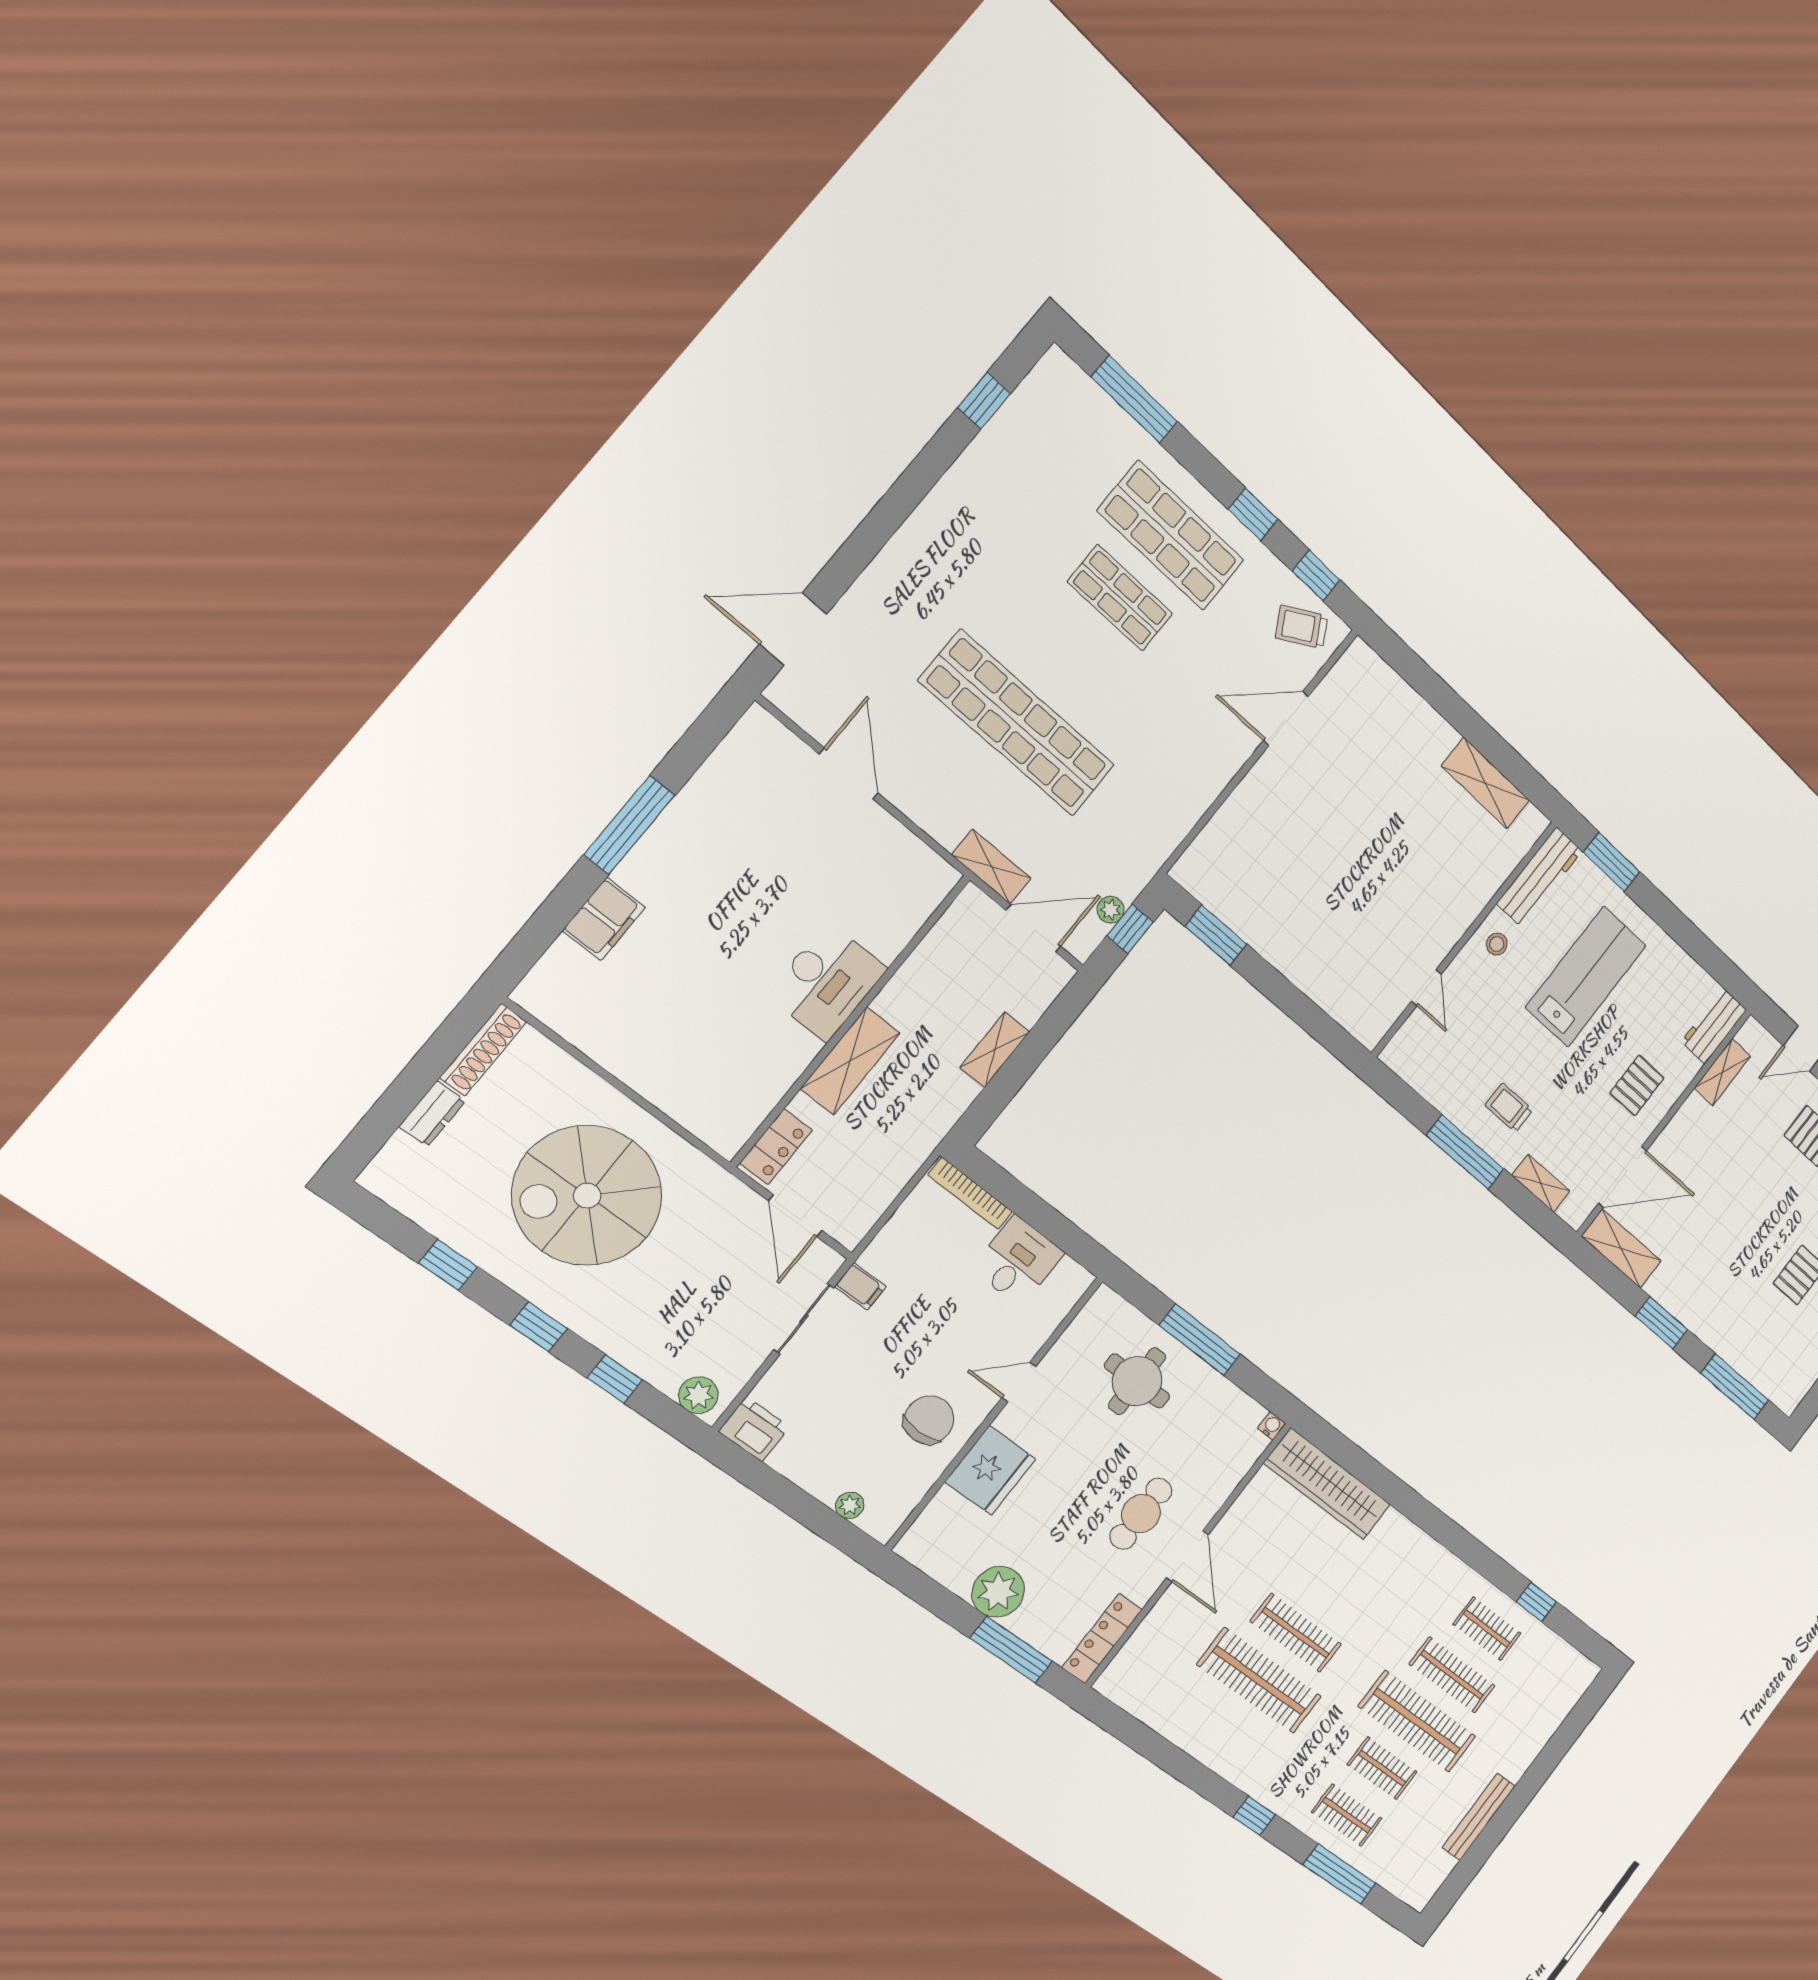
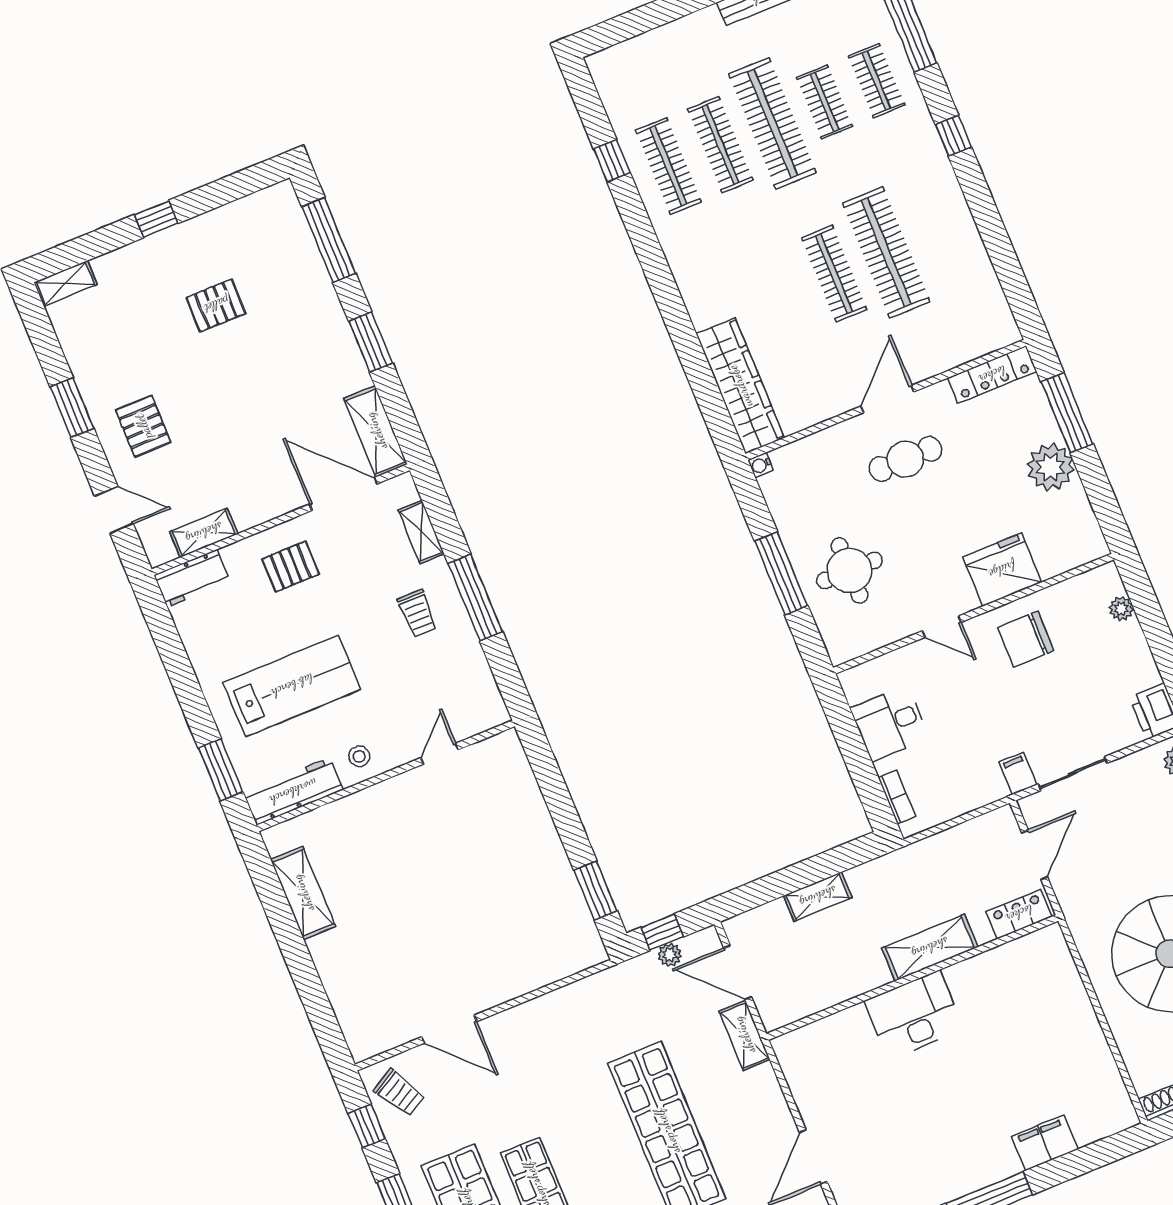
lab bench: (1586, 977) -> (292, 686), turned 180
bookcase: (970, 1193) -> (897, 797), width x0.64
clothes rail: (1487, 1629) -> (668, 166), width x1.36

